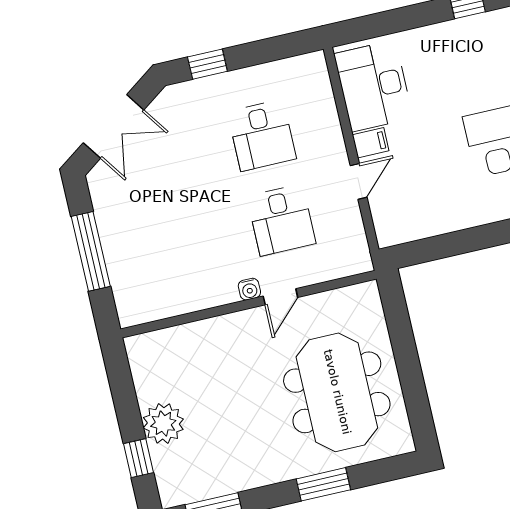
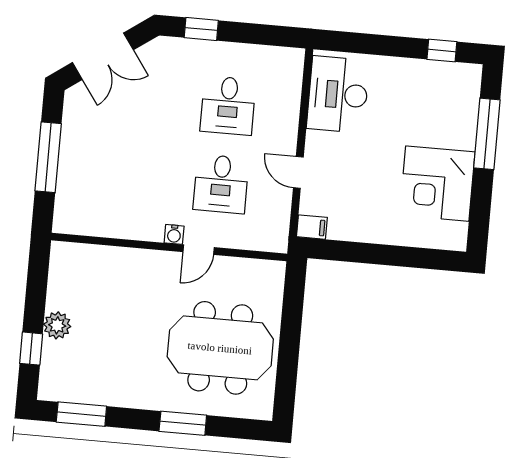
filing cabinet: (371, 143) -> (312, 227), moved
door: (359, 181) -> (298, 172), swing flipped
meeting table: (337, 392) -> (220, 348), turned 90
plant: (163, 423) -> (57, 325), width x0.73, depth x0.73

